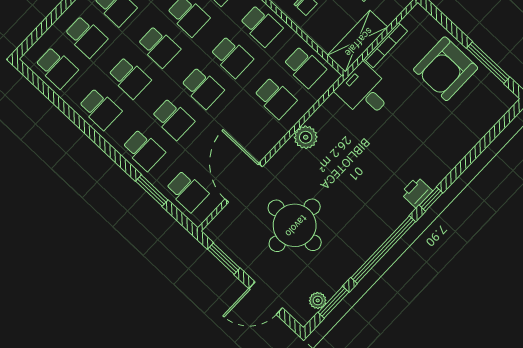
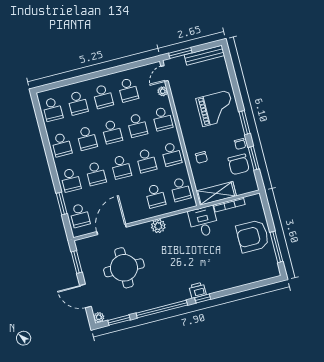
plant: (318, 300) -> (99, 317), moved

